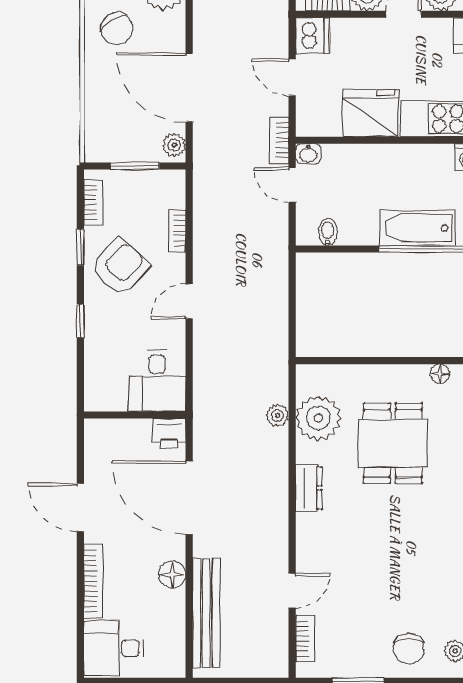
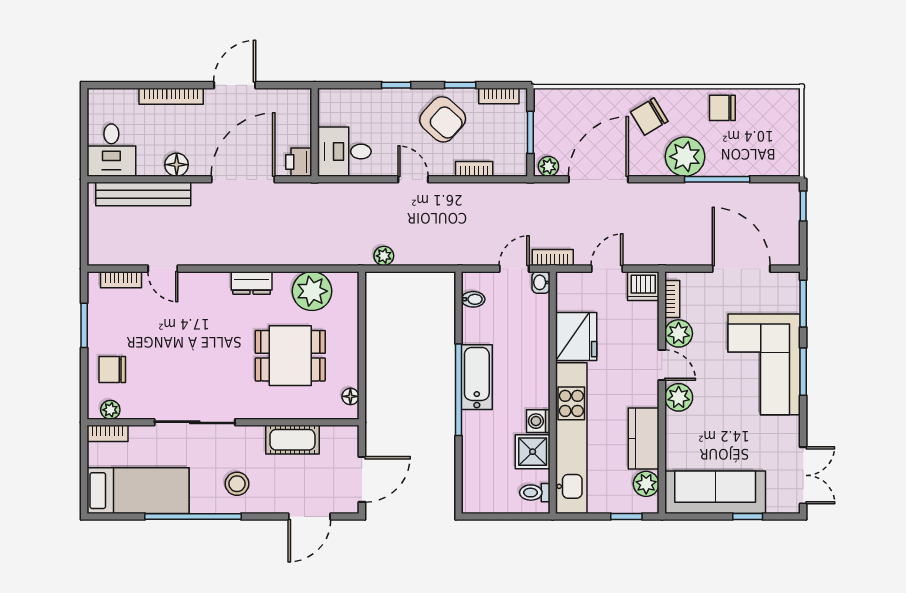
plant: (278, 416) -> (384, 256), moved
desk: (114, 648) -> (111, 150), moved, turned 180

